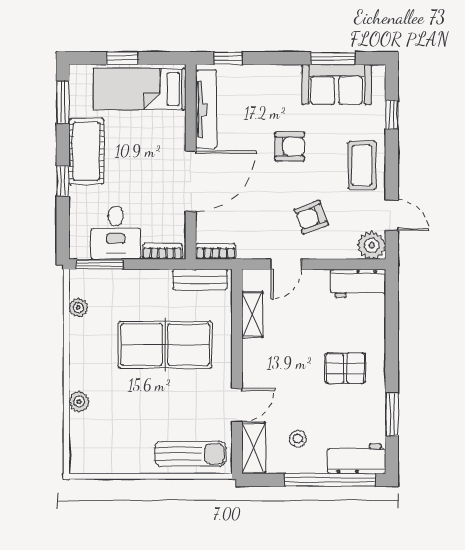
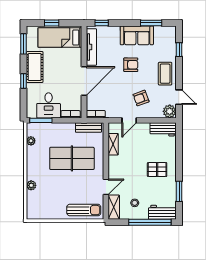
sofa: (337, 84) -> (137, 35), moved

